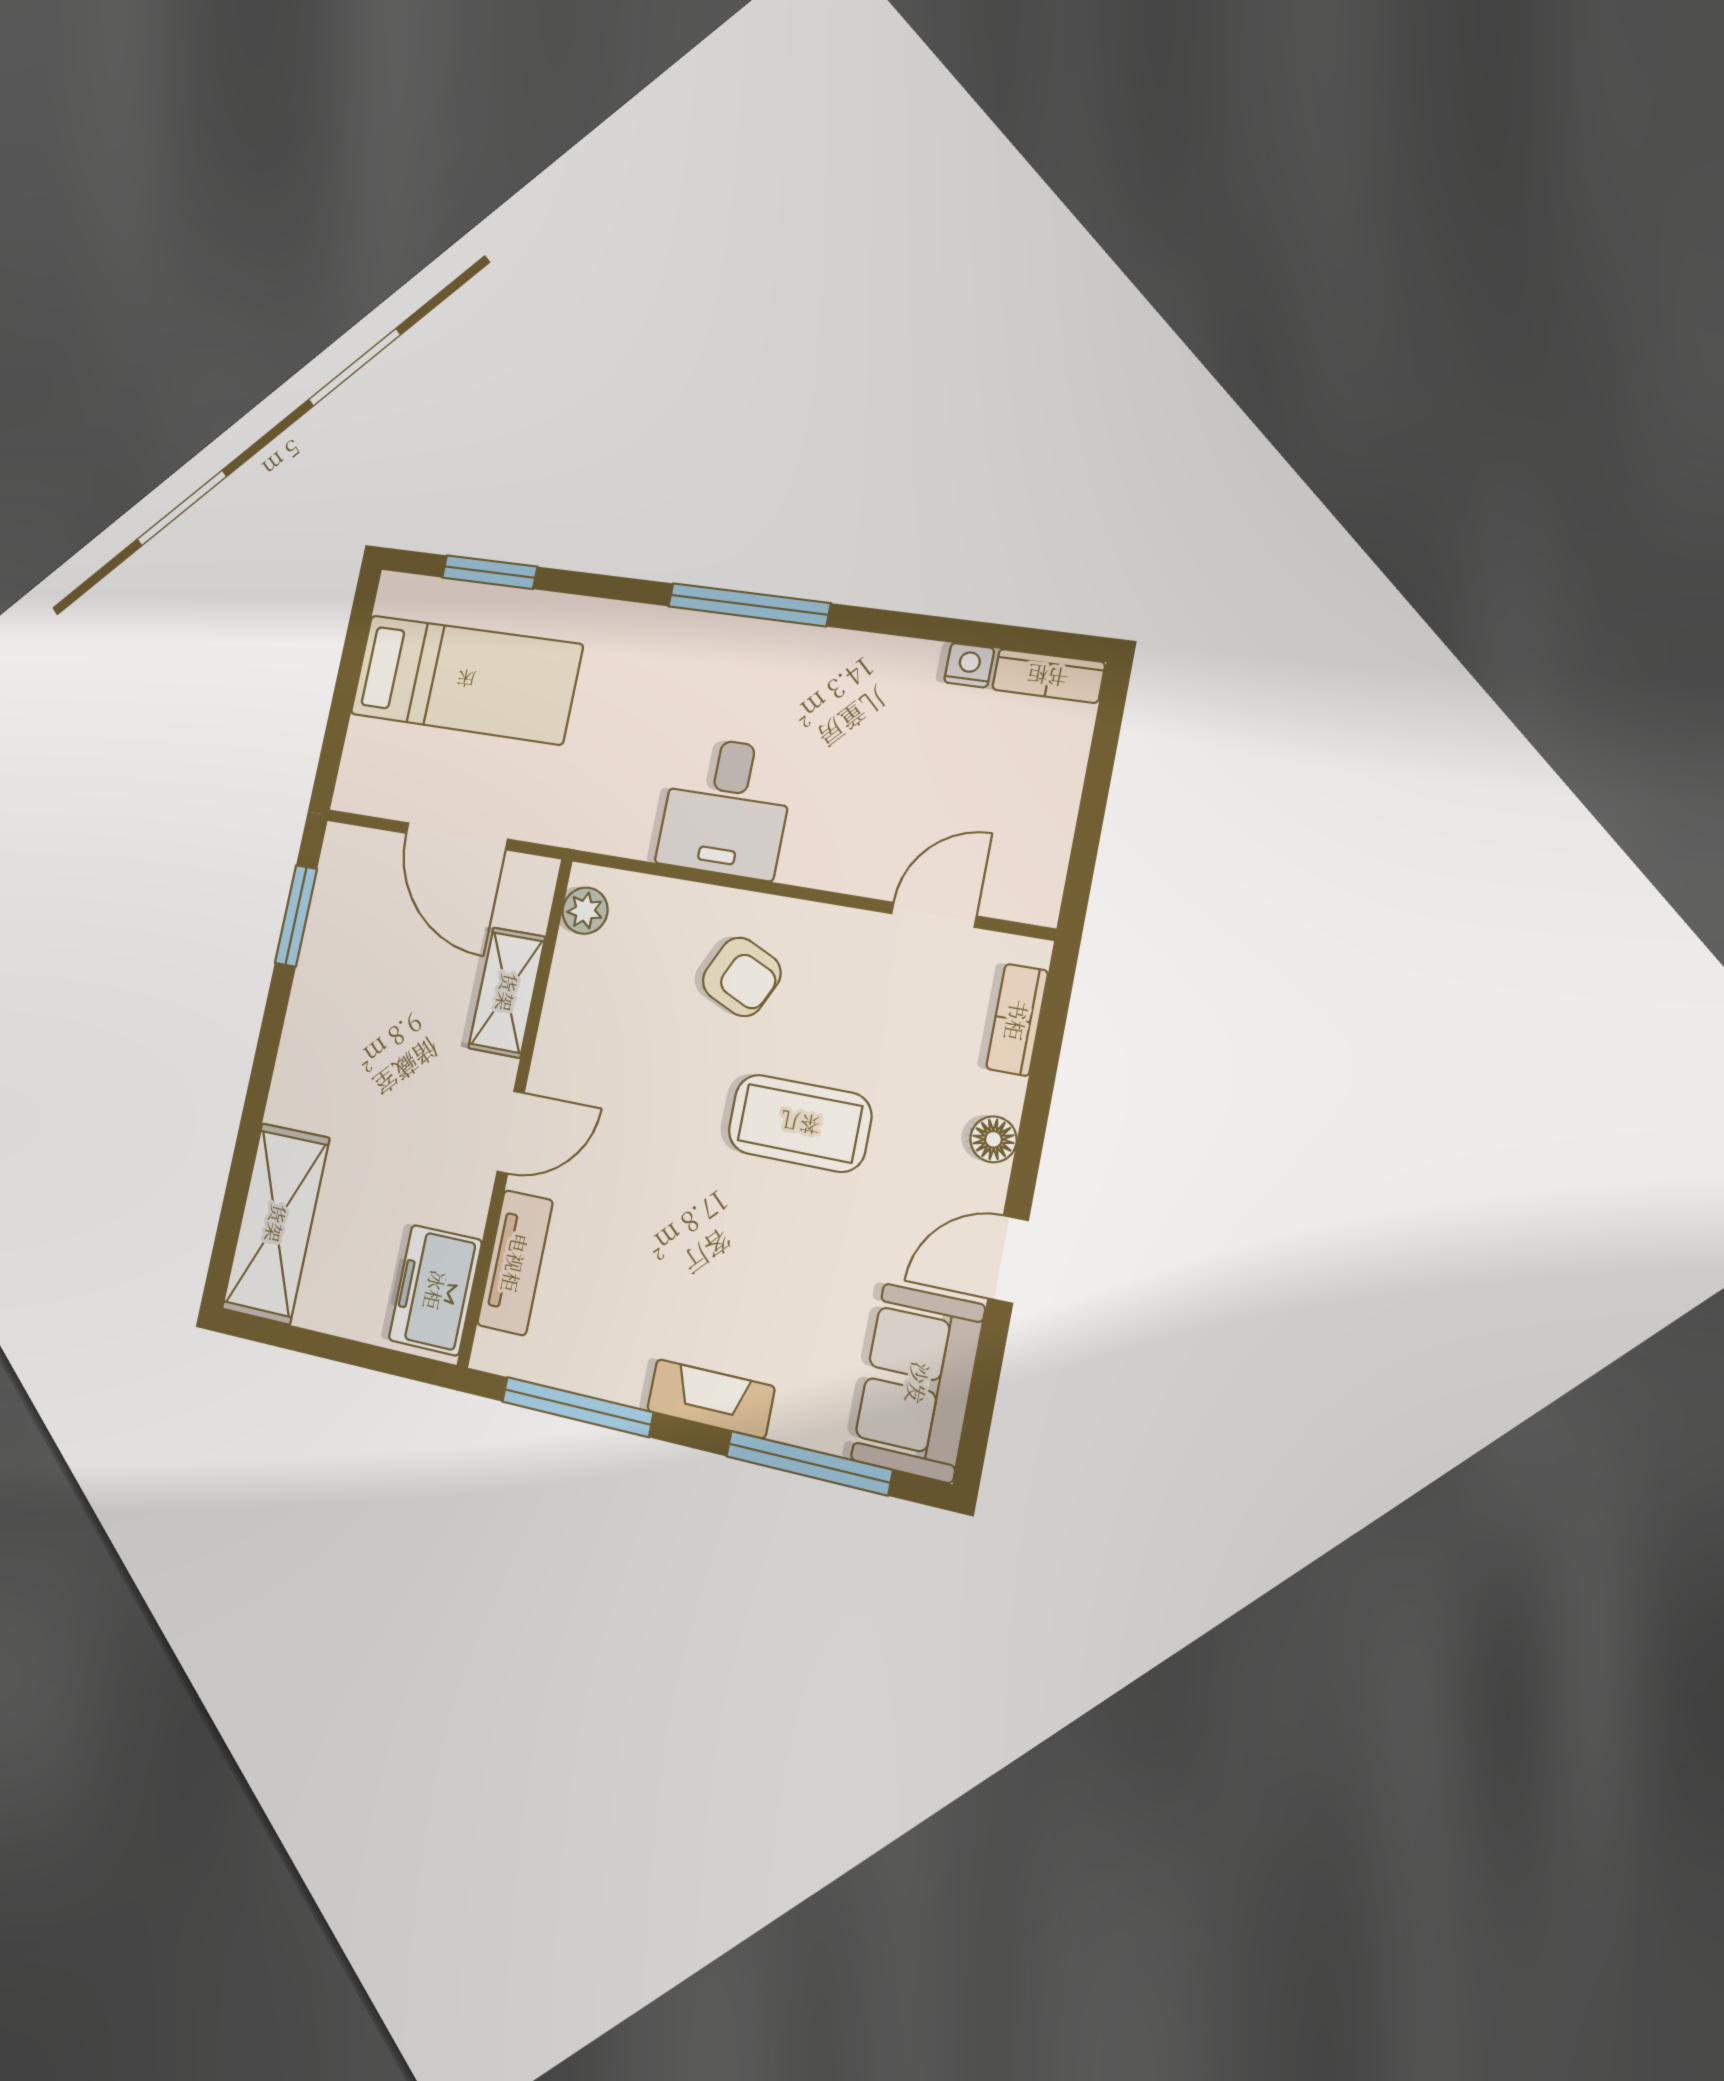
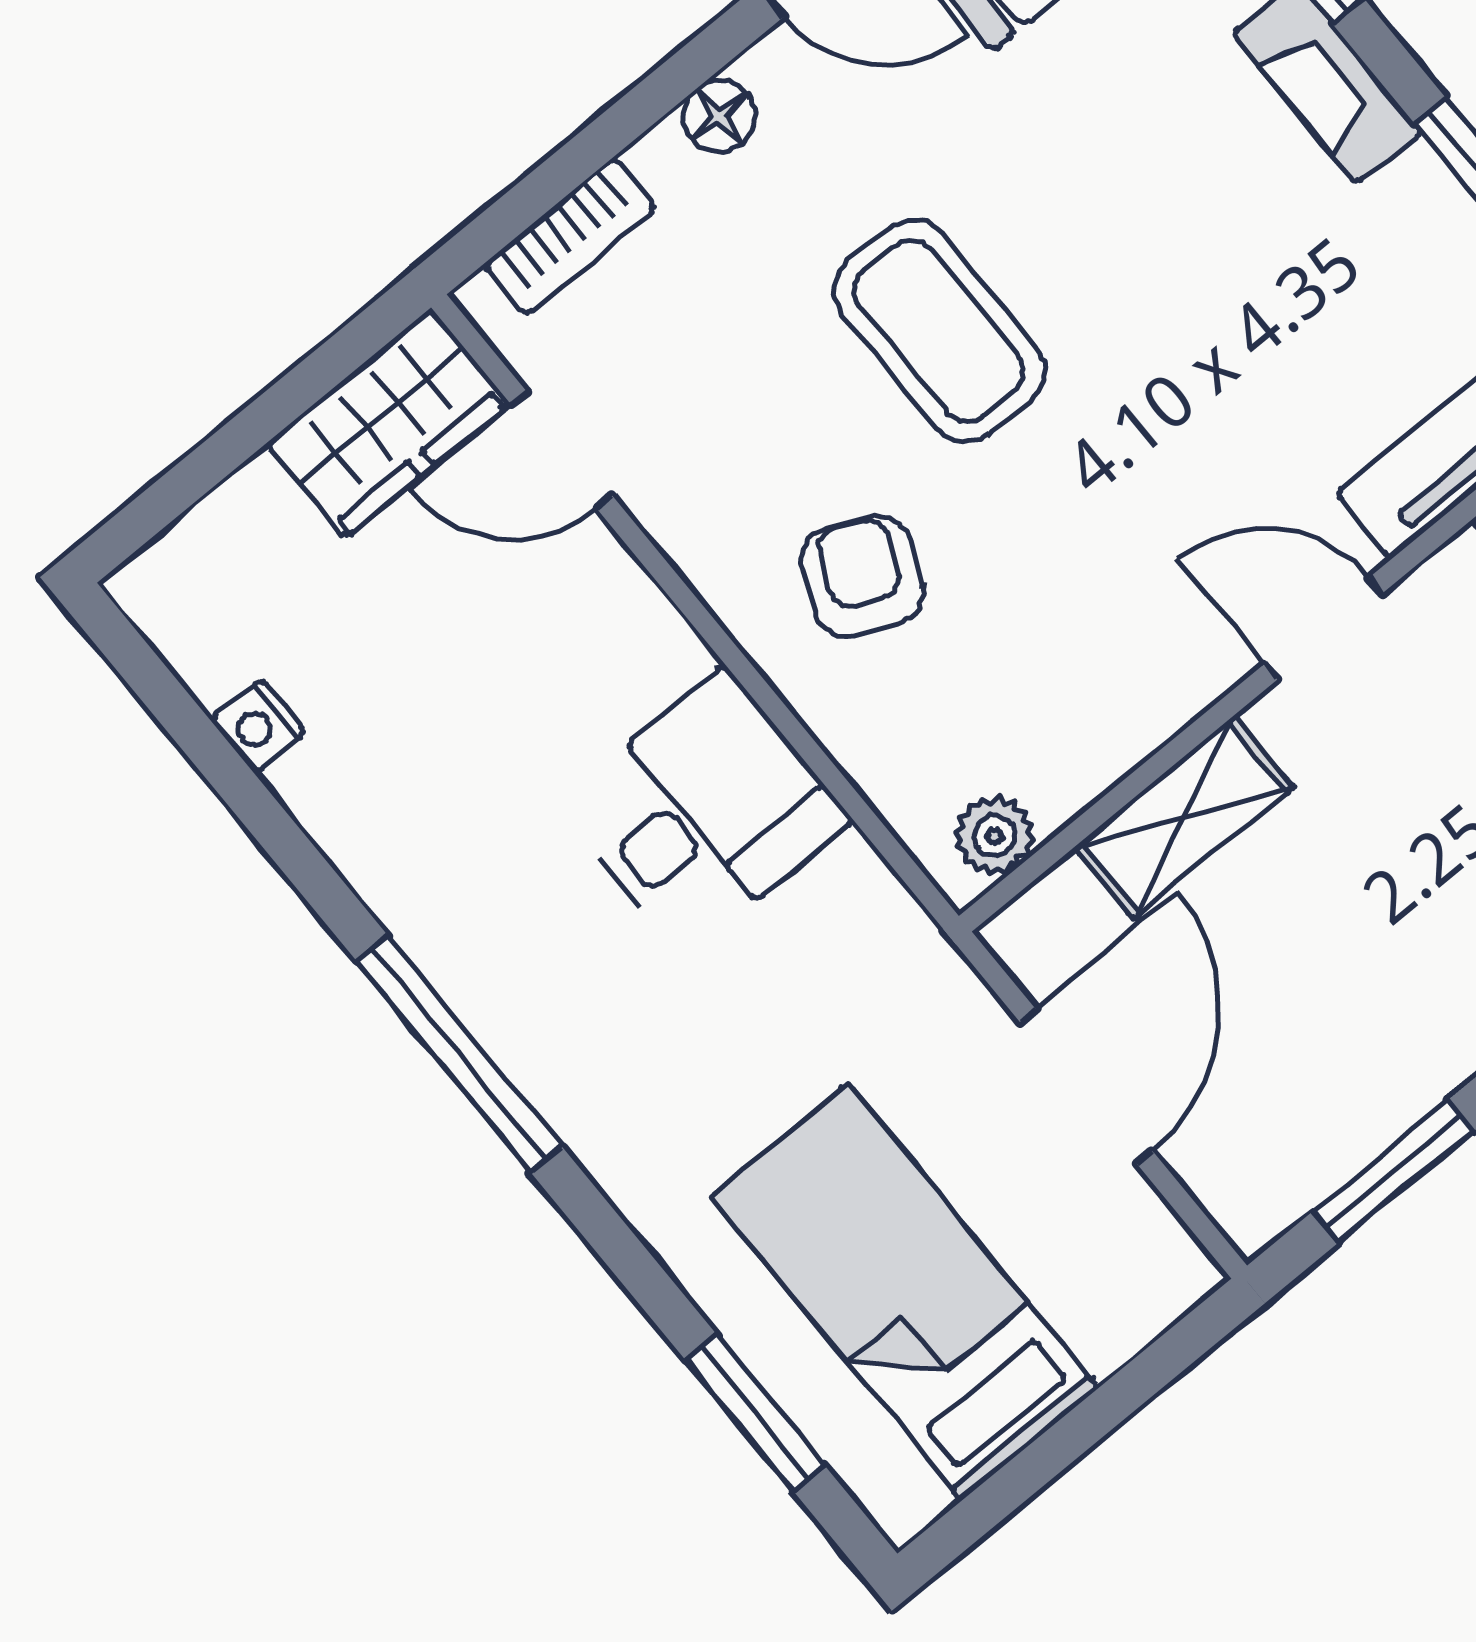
bookcase: (1048, 676) -> (177, 627), removed
wardrobe: (1030, 856) -> (388, 423), added

